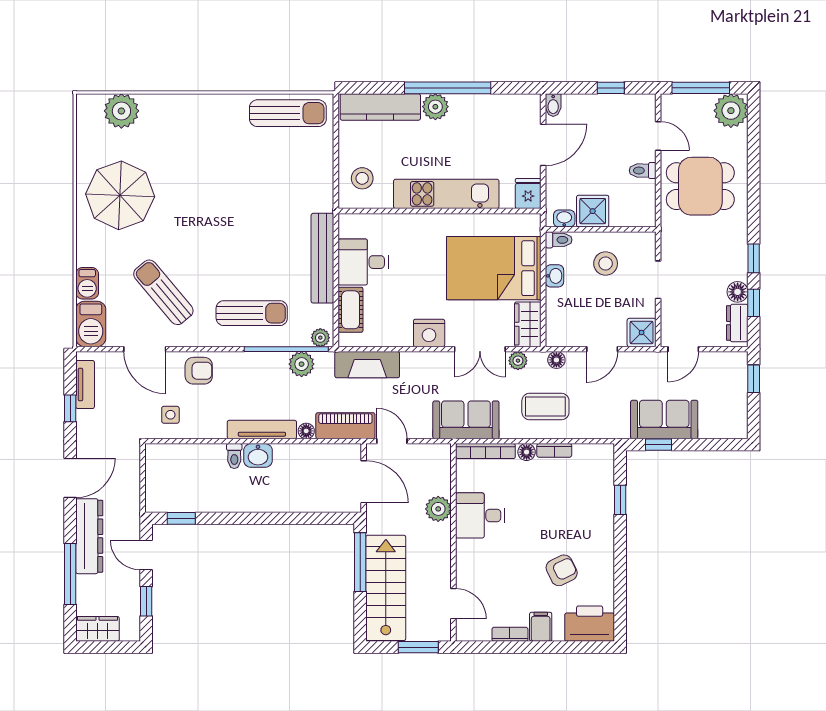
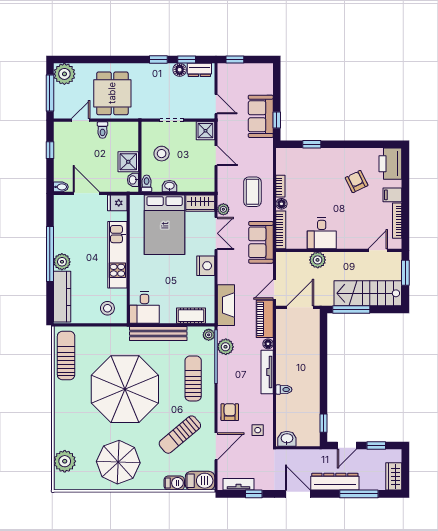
parasol: (235, 206) -> (125, 389), added
desk: (363, 262) -> (144, 308), moved
floor lamp: (556, 360) -> (223, 185), removed
washbasin: (258, 455) -> (287, 439), moved, turned -90
bookcase: (510, 634) -> (397, 221), width x1.56

